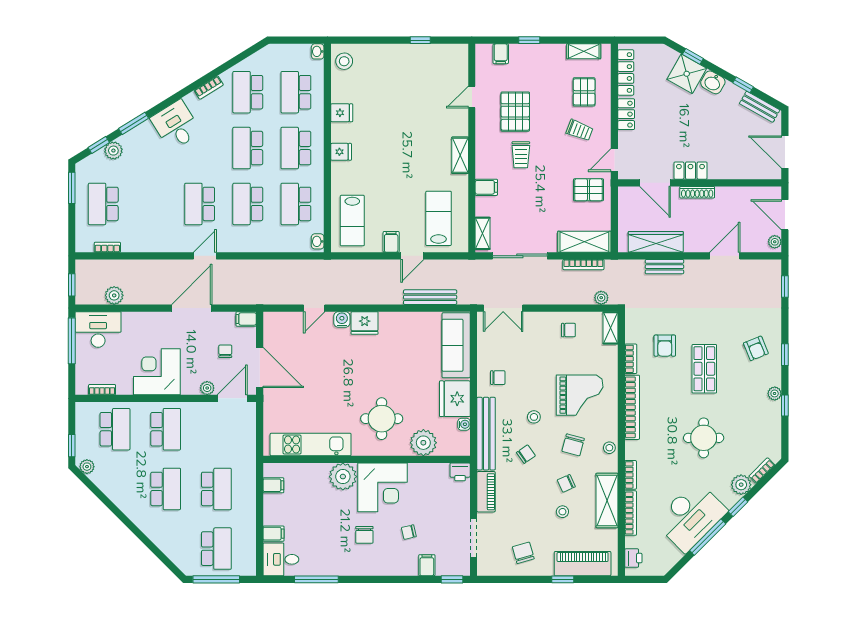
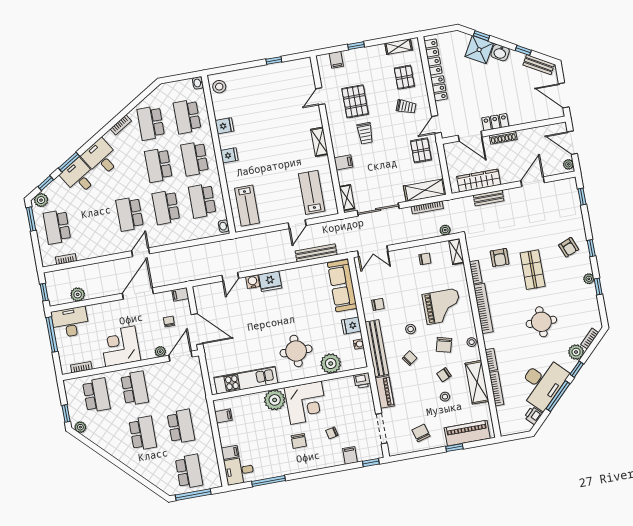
desk: (143, 144) -> (79, 177), added
plant: (113, 151) -> (41, 200), moved
pallet: (589, 190) -> (421, 150), turned 90
filing cabinet: (391, 242) -> (279, 216), removed
fridge: (455, 399) -> (351, 326), width x0.53, depth x0.75
printer: (633, 558) -> (533, 415), moved, turned -135

